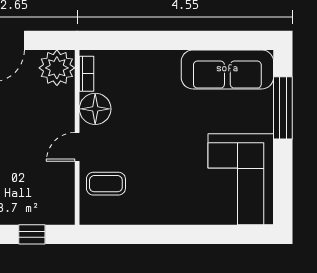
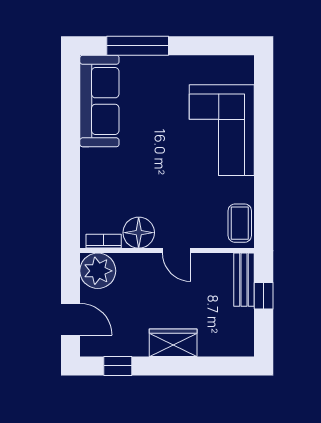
corner sofa: (241, 179) -> (222, 130), moved, turned 90
coffee table: (106, 184) -> (240, 223), moved
bench: (48, 215) -> (244, 280), added

